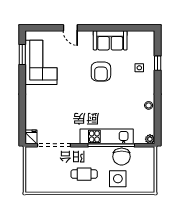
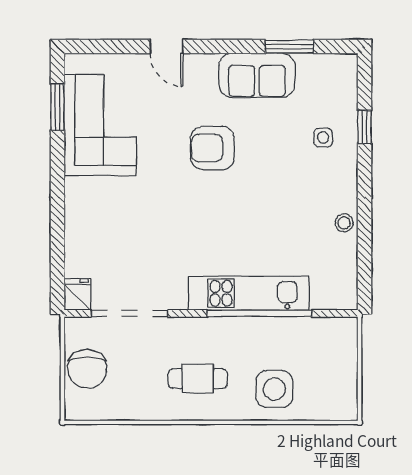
window: (124, 28) -> (289, 47), added
armchair: (101, 72) -> (212, 148), moved, turned 90
plant: (150, 139) -> (347, 299), removed
chair: (122, 157) -> (87, 369), moved

